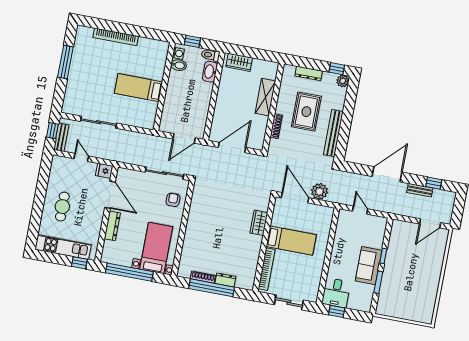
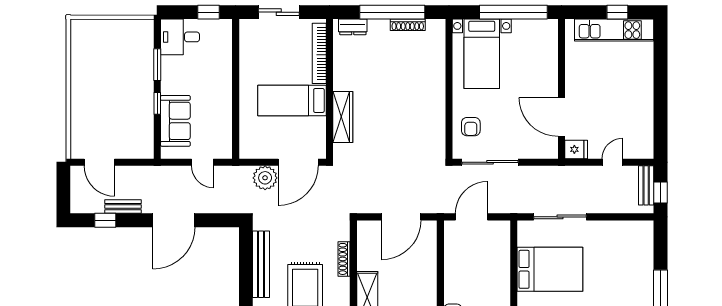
bed: (138, 88) -> (550, 269), width x1.50
sliding door: (99, 122) -> (560, 217), moved
door: (81, 157) -> (612, 162), swing flipped
door: (295, 198) -> (298, 162), hinge flipped
cafe table: (62, 207) -> (626, 87), removed
wardrobe: (259, 223) -> (343, 117), width x1.50
door: (430, 223) -> (99, 162), swing flipped
dresser: (112, 226) -> (550, 73), removed
window: (79, 263) -> (617, 12), moved
sofa: (369, 266) -> (175, 121), moved
dresser: (225, 280) -> (353, 27), moved
desk: (336, 293) -> (180, 37), moved, turned -90

